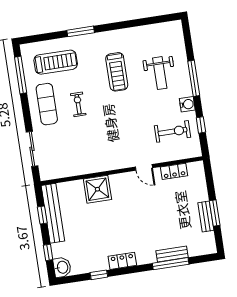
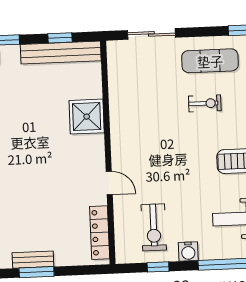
door: (144, 167) -> (109, 183), swing flipped
locker: (174, 171) -> (100, 233), width x1.53

